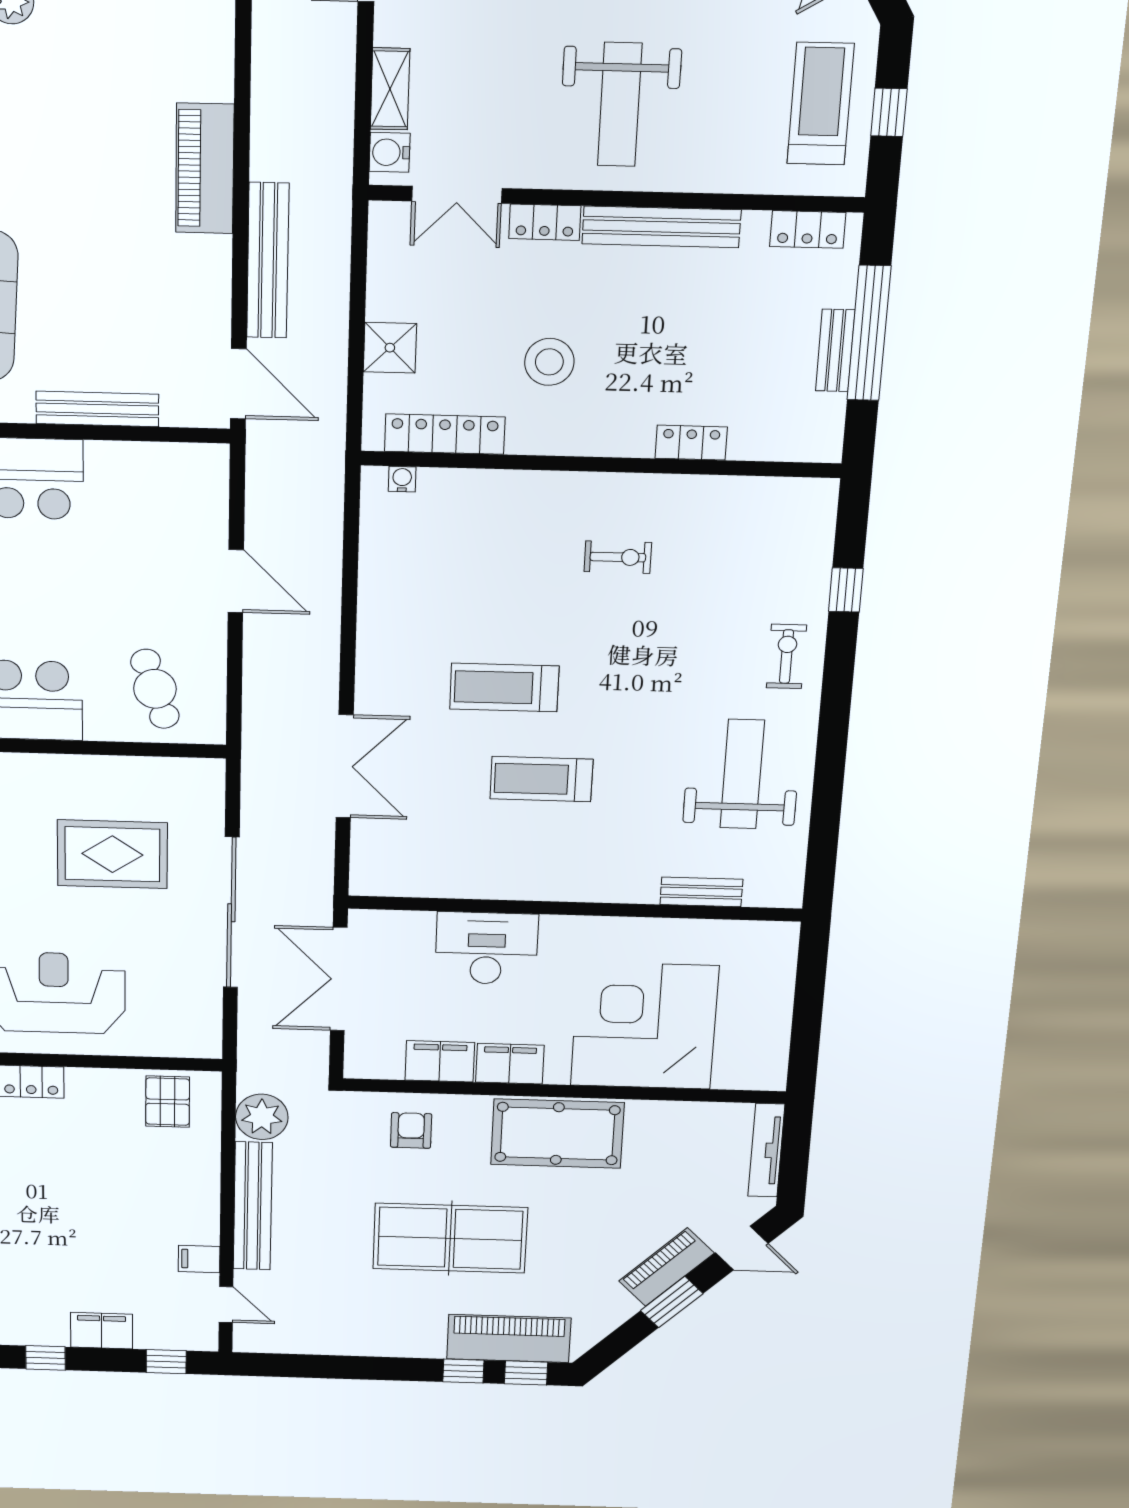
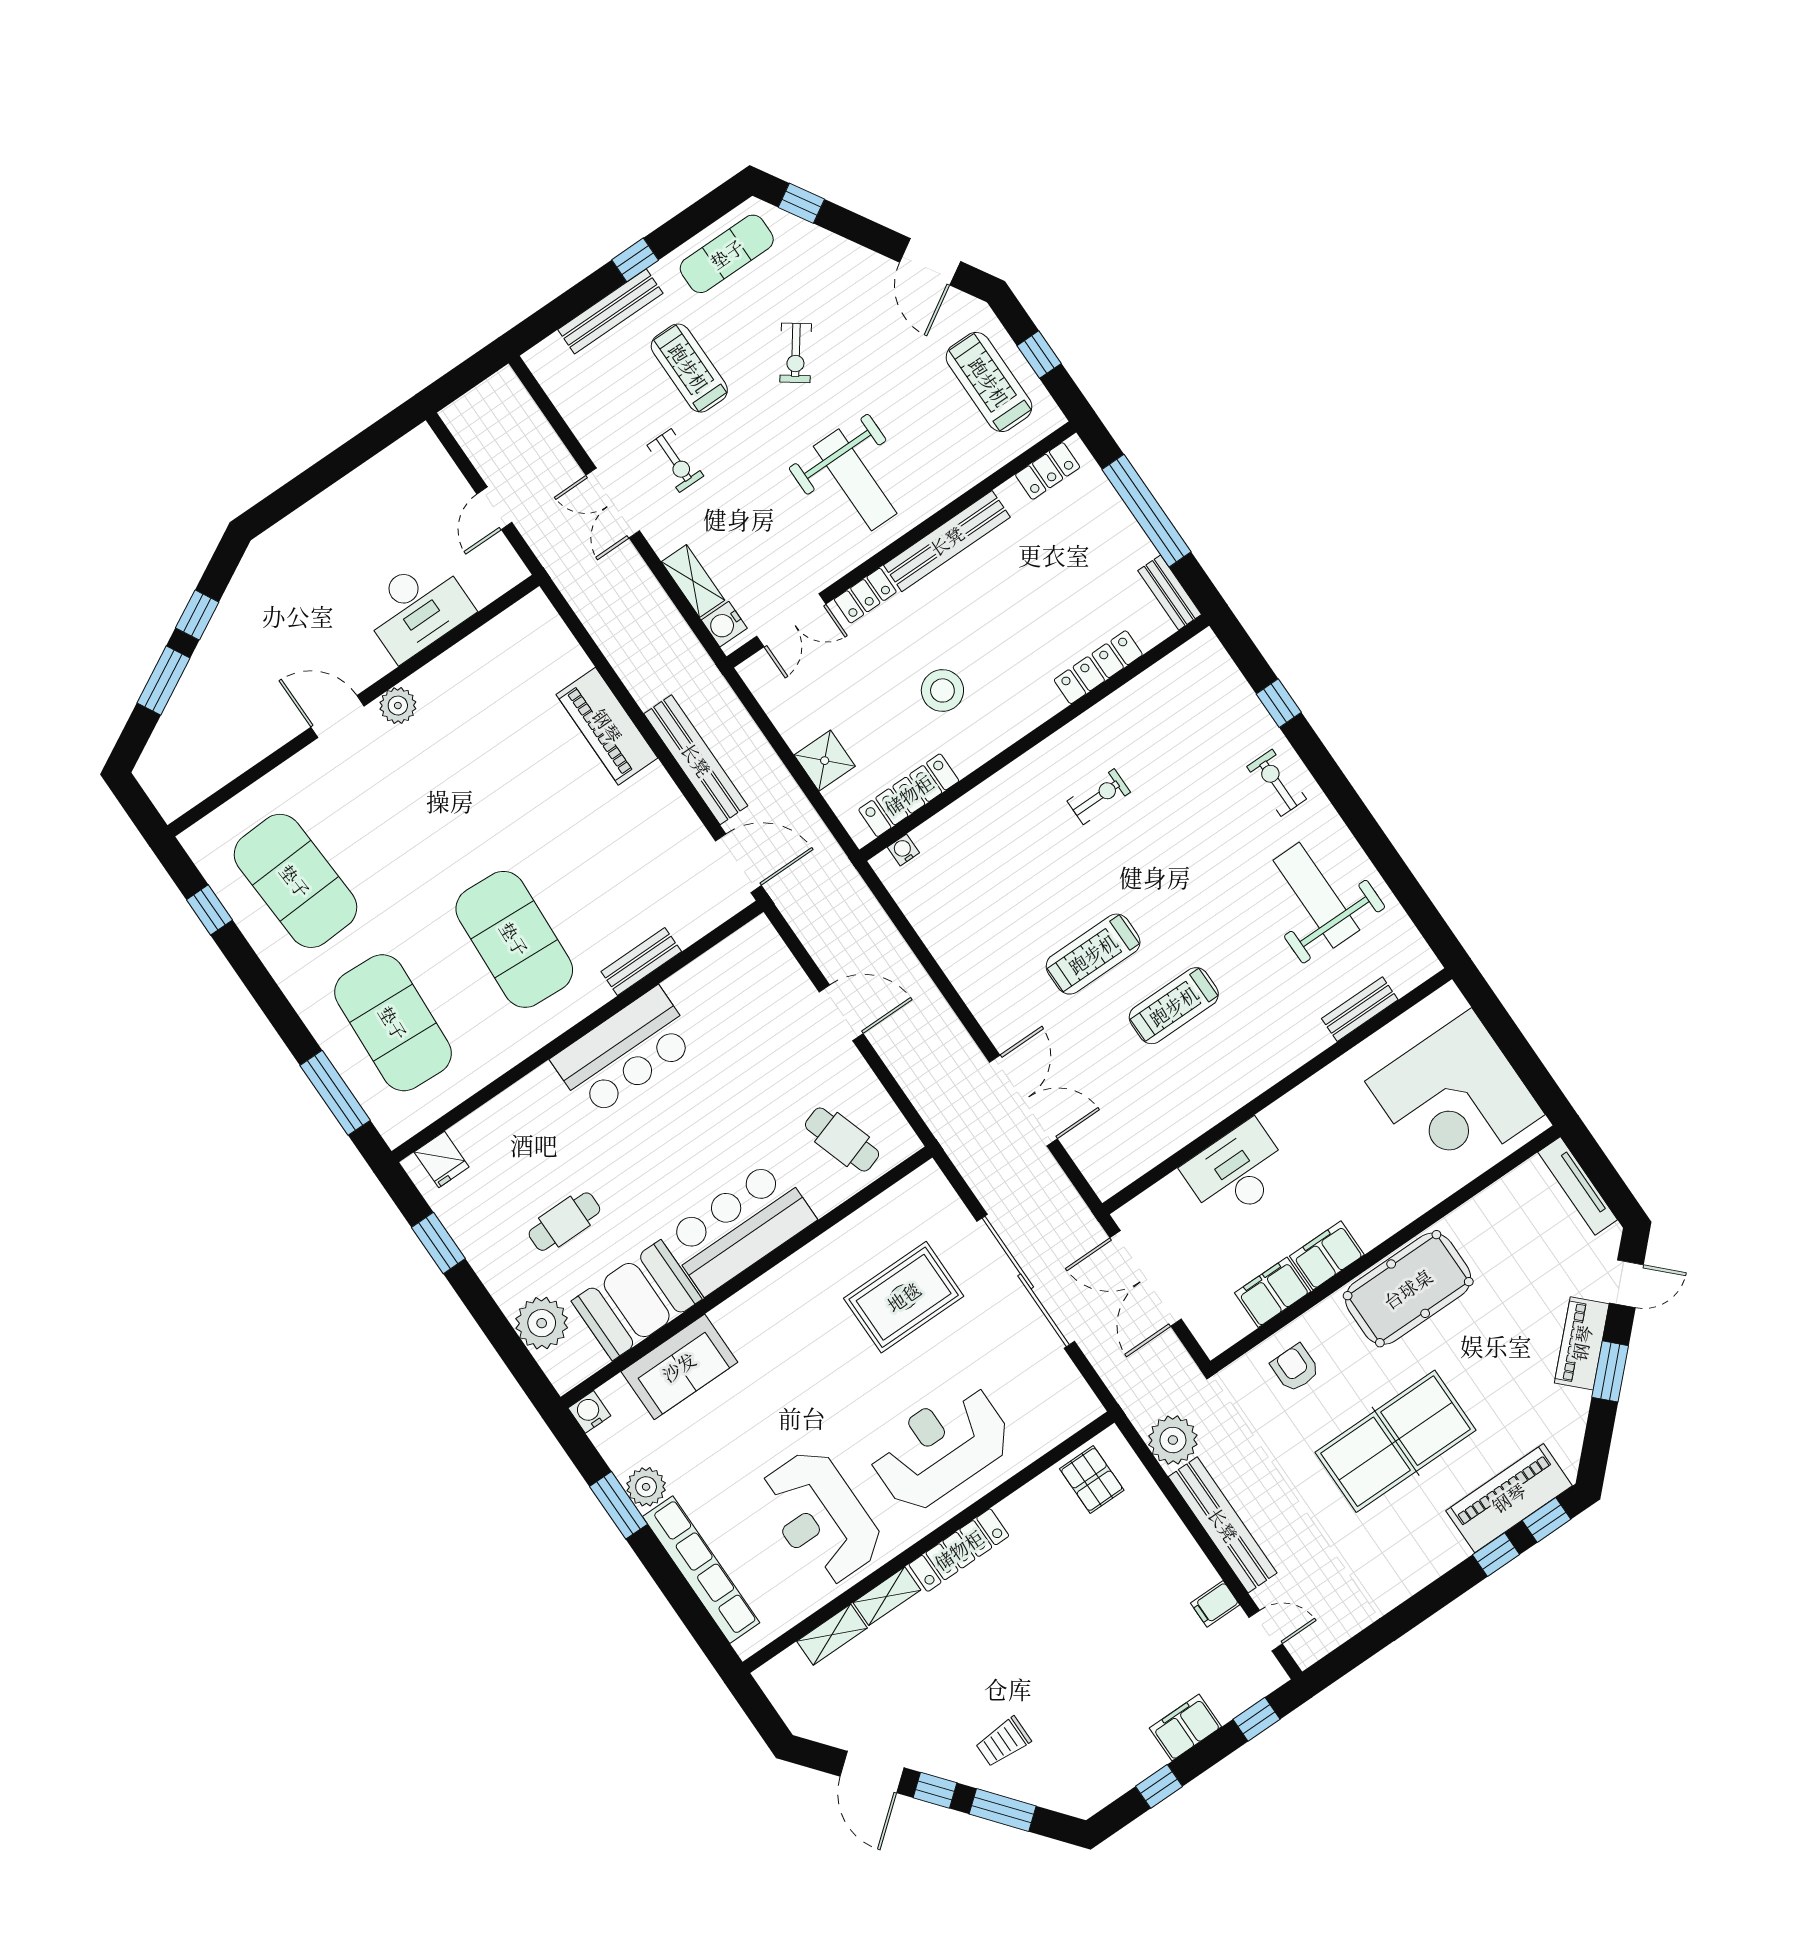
bench: (835, 350) -> (1170, 593), moved
bench: (97, 409) -> (641, 962), width x0.73
locker: (691, 443) -> (1098, 667), width x1.53
corner desk: (644, 1026) -> (1455, 1098), moved, turned -90

